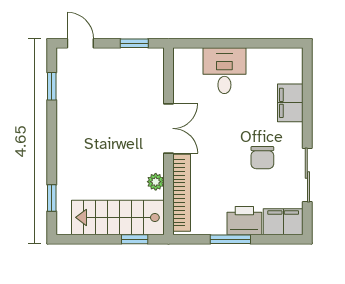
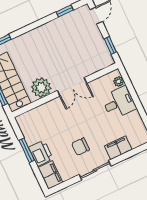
plant: (193, 56) -> (119, 81), added
sliding door: (307, 175) -> (95, 170), moved
plant: (156, 182) -> (41, 88), width x1.88, depth x1.88
bookcase: (182, 193) -> (40, 111), removed

